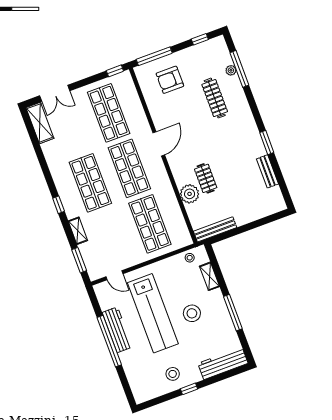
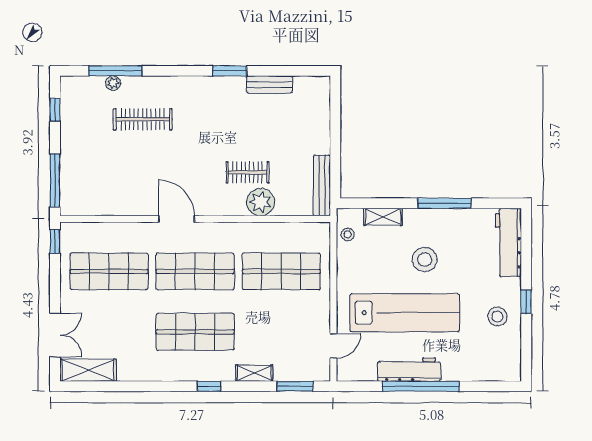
armchair: (170, 80) -> (95, 171), removed

